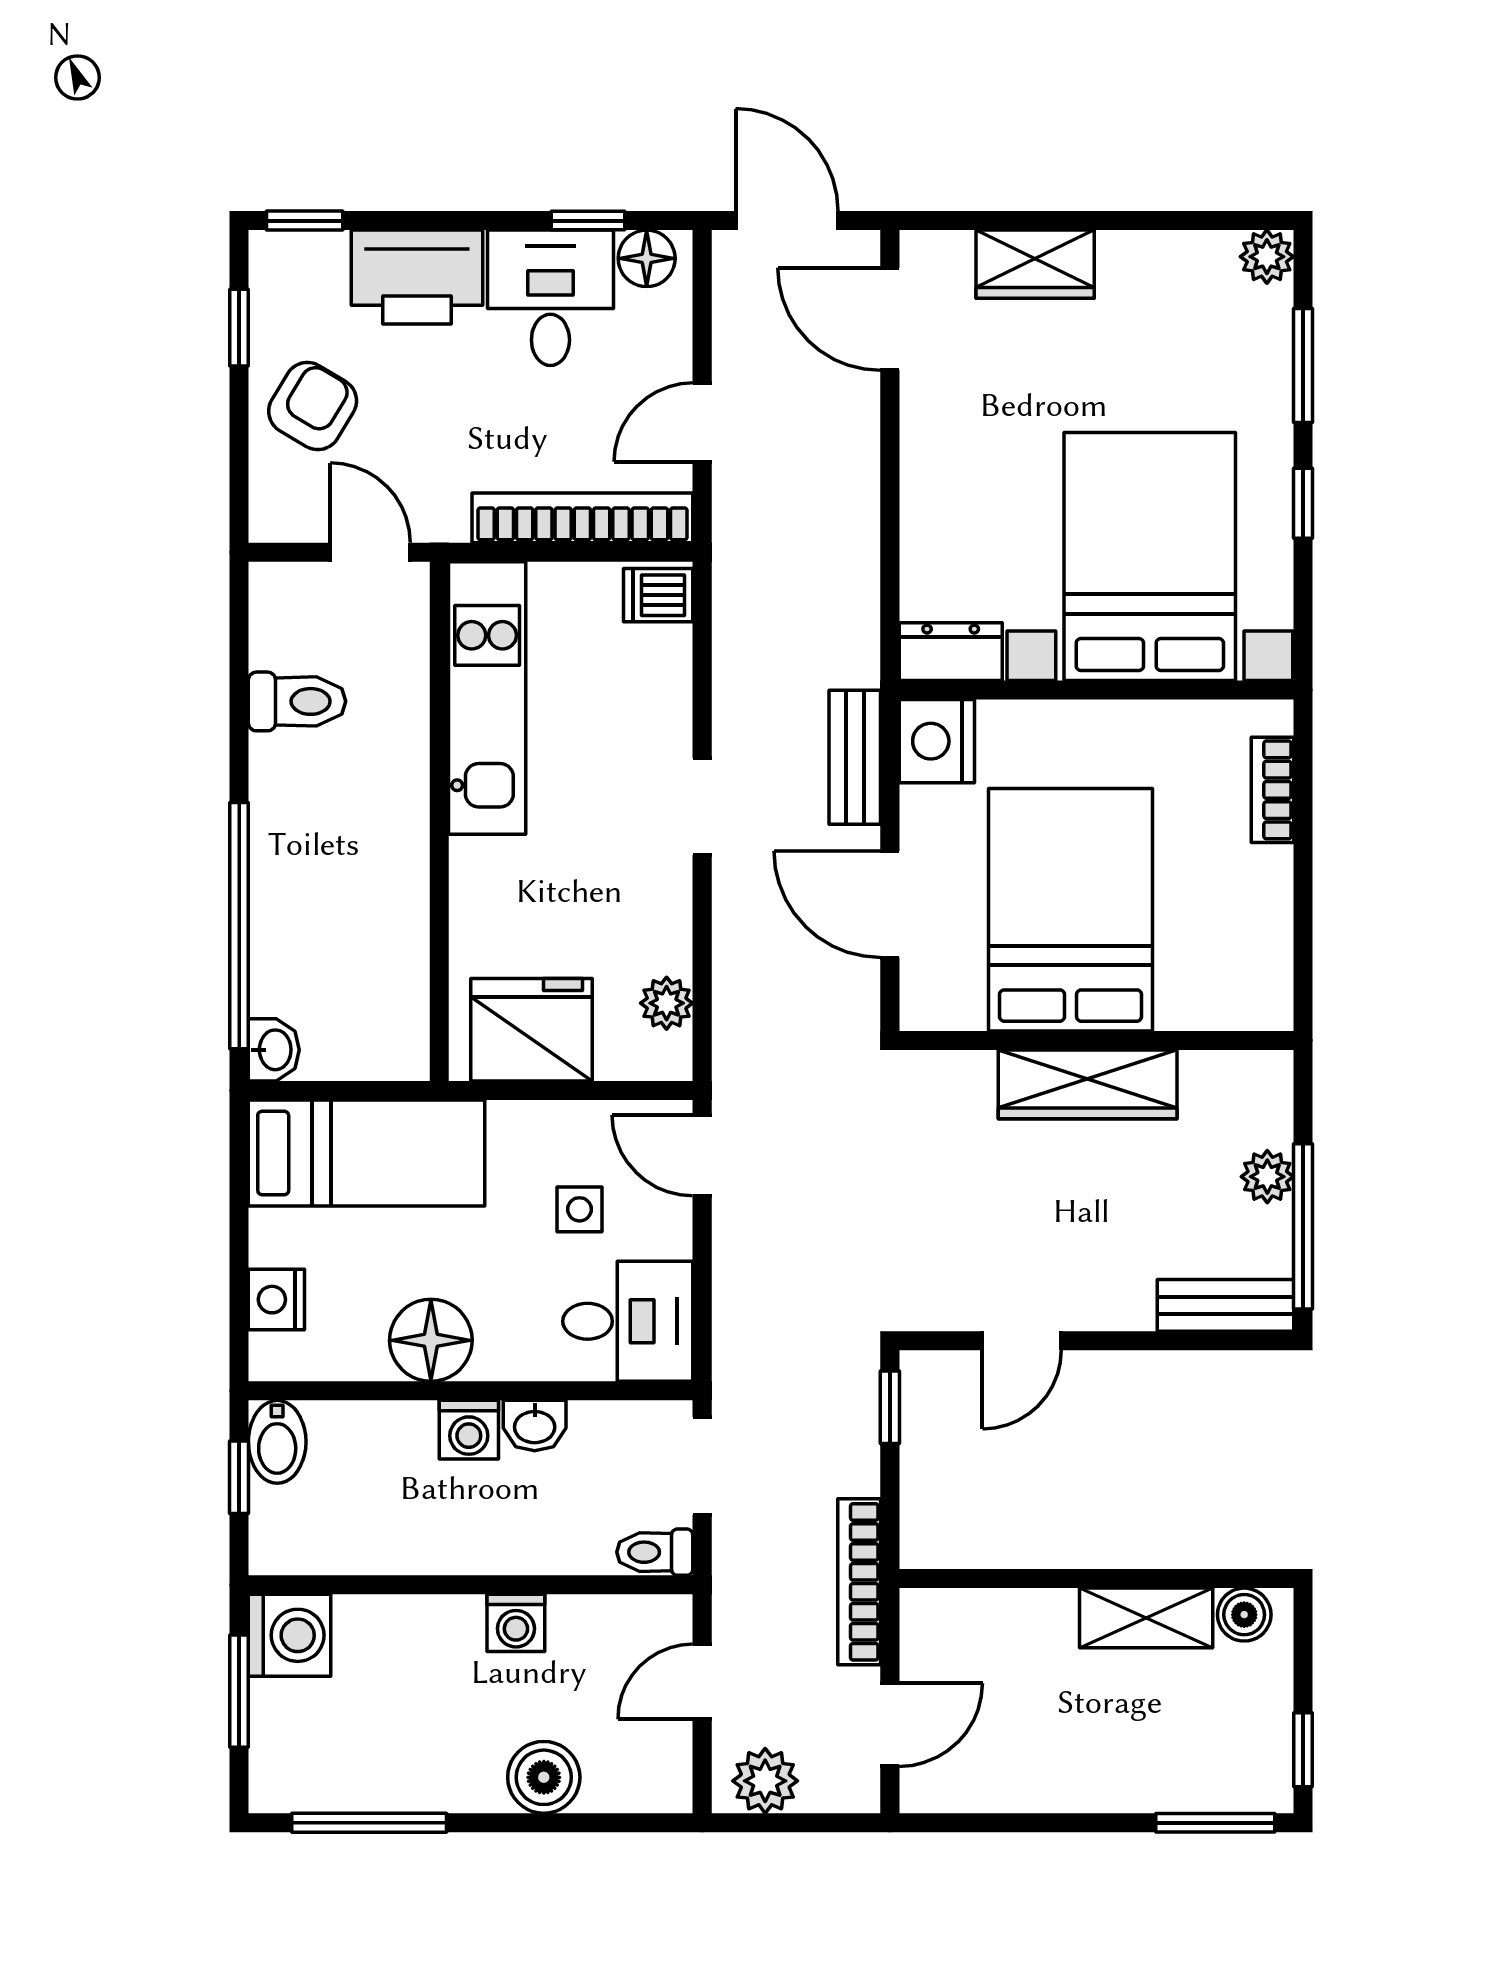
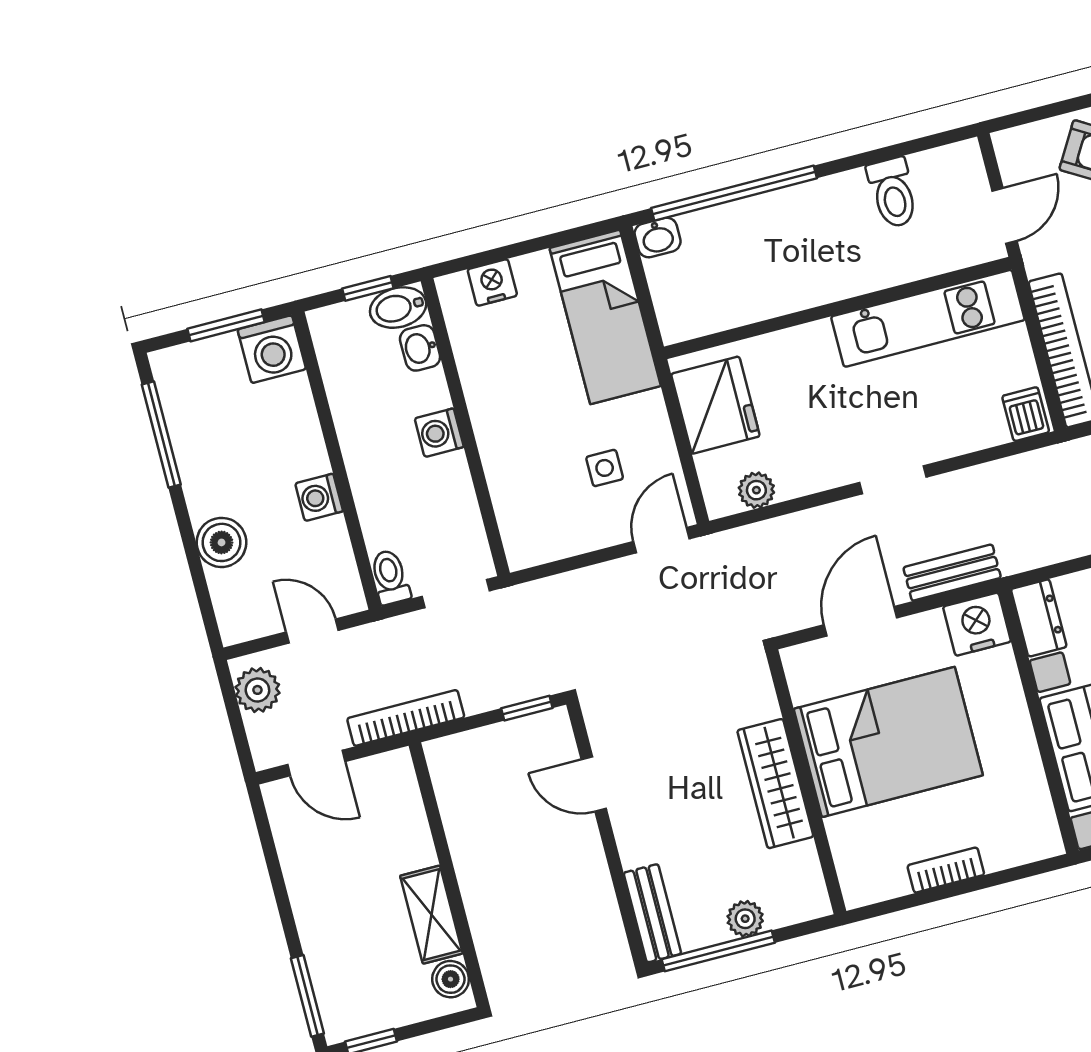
bookcase: (1272, 790) -> (946, 870), moved
desk: (628, 1321) -> (539, 519), removed
floor lamp: (431, 1340) -> (492, 392), removed
washbasin: (535, 1426) -> (420, 348), moved

